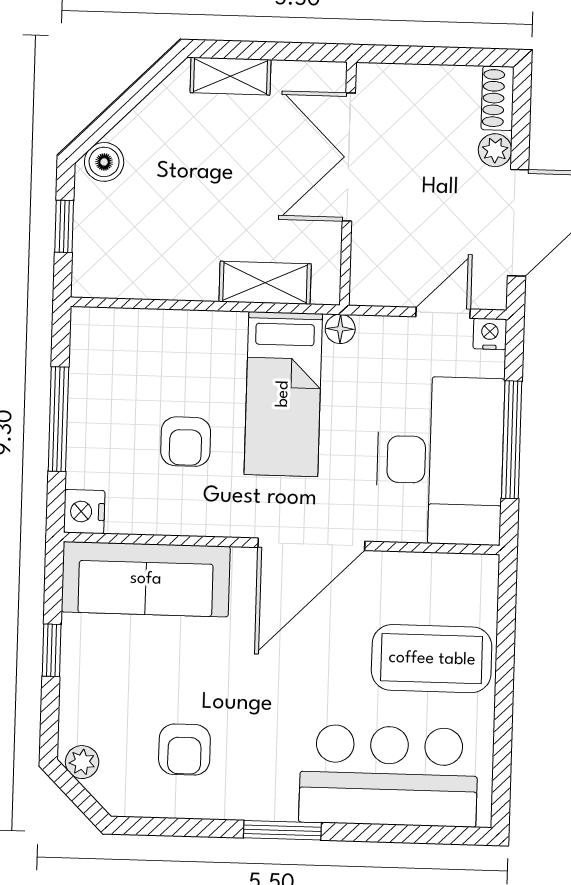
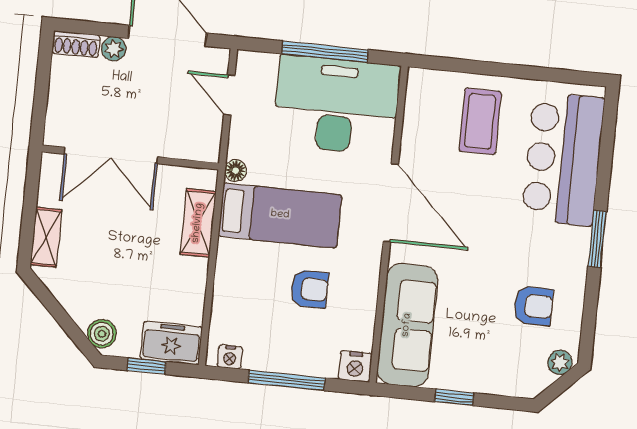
freezer: (98, 258) -> (171, 343), added
nightstand: (490, 334) -> (230, 357), moved, turned -90
coffee table: (432, 659) -> (480, 121), width x0.73, depth x0.76
plant: (82, 762) -> (560, 362), moved

